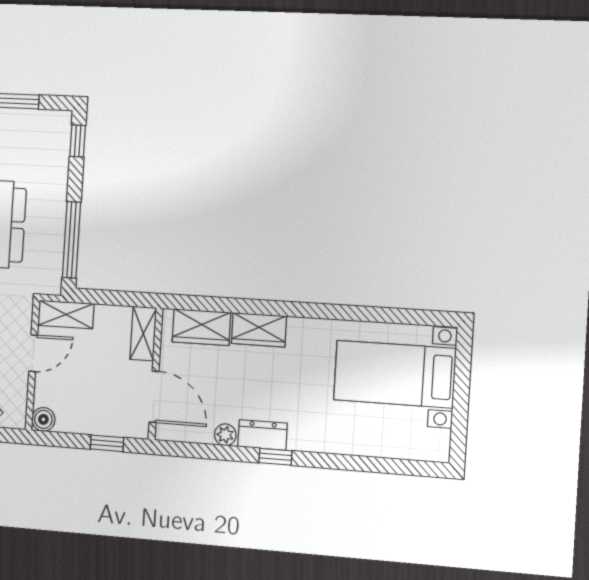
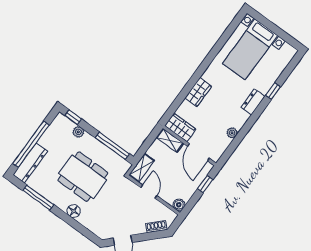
plant: (58, 166) -> (78, 132), added
wardrobe: (201, 327) -> (180, 128), moved, turned -90
door: (154, 397) -> (198, 152), swing flipped
dresser: (262, 435) -> (253, 102), moved
window: (275, 457) -> (273, 91), moved

